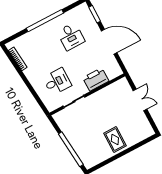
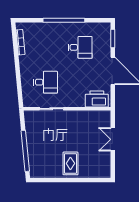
desk: (71, 36) -> (80, 47), turned -90
printer: (96, 79) -> (97, 99), moved
double door: (140, 100) -> (113, 139), swing flipped

